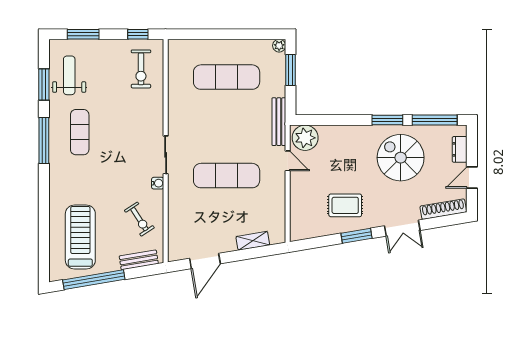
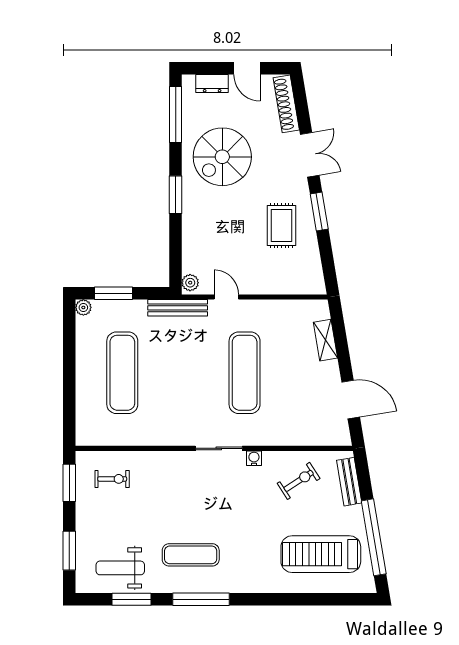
window: (138, 34) -> (69, 483), width x1.50
exercise bike: (141, 69) -> (112, 479), width x0.73, depth x0.72
window: (387, 120) -> (176, 195), moved
plant: (305, 138) -> (190, 283), width x0.53, depth x0.53
door: (288, 161) -> (226, 297), hinge flipped

